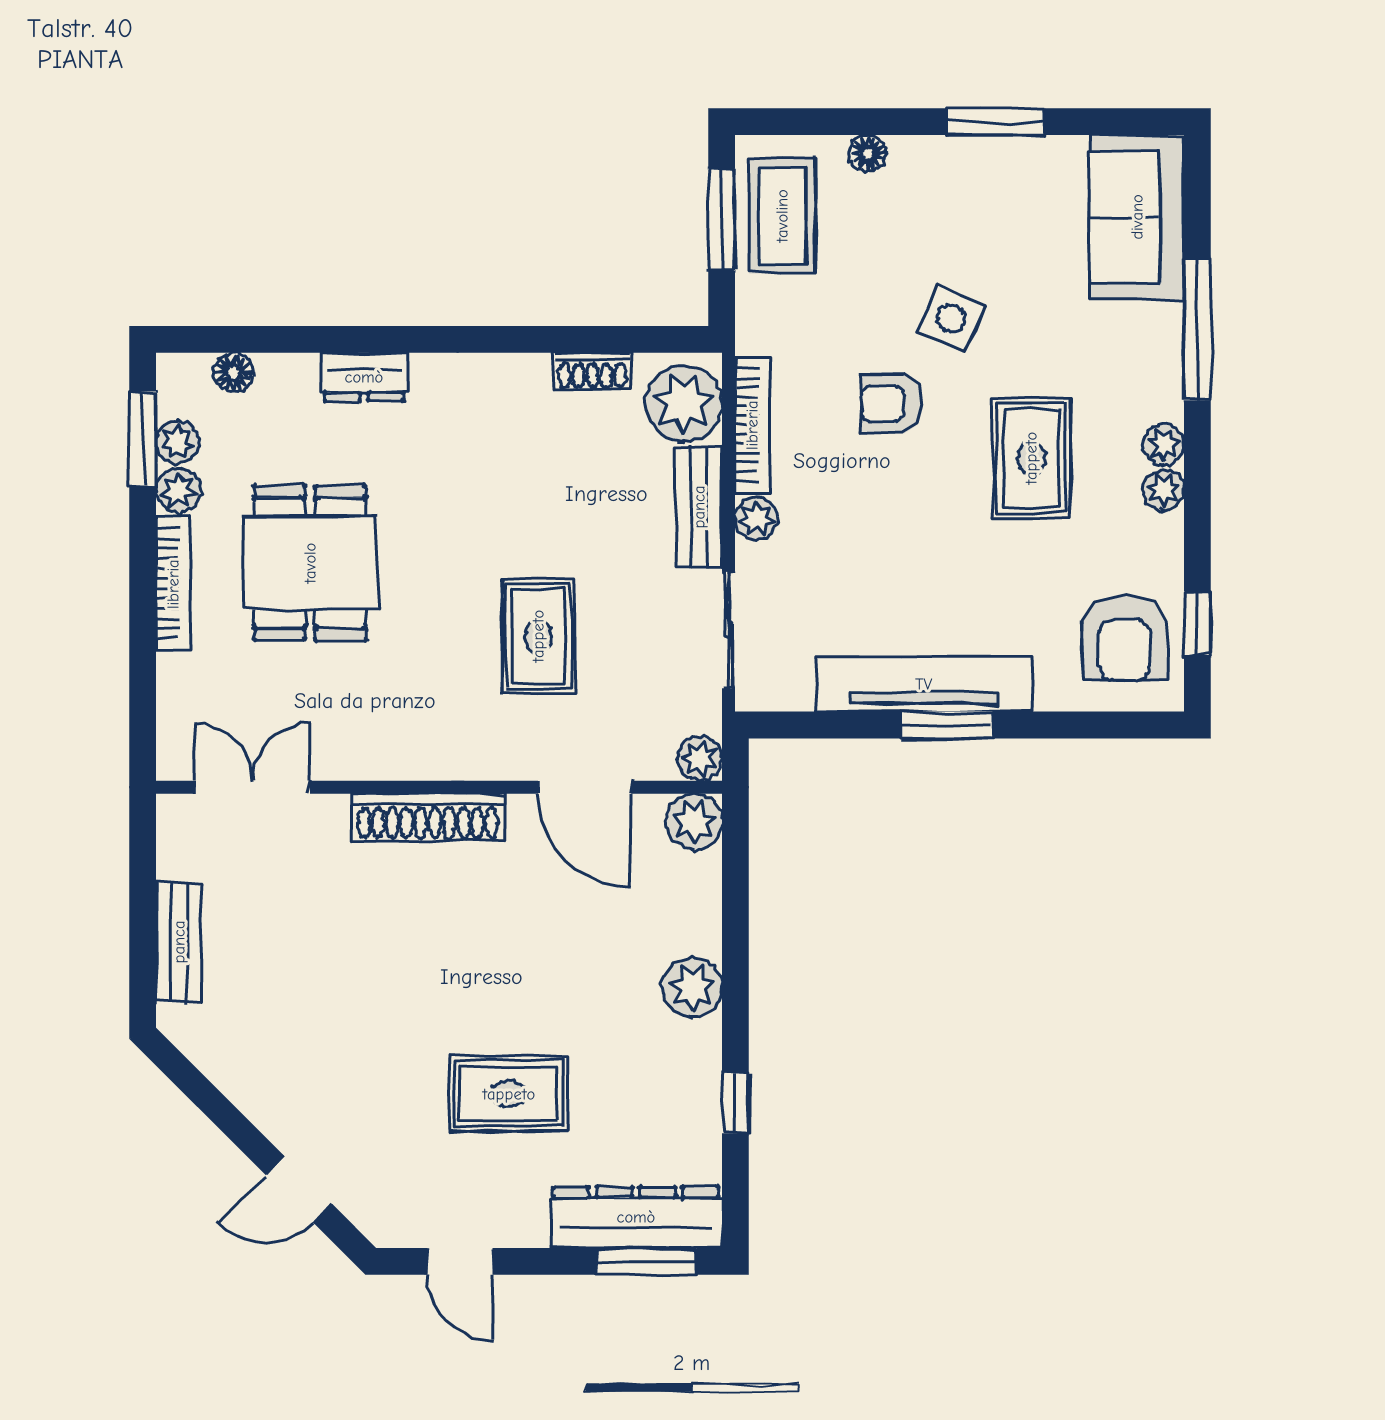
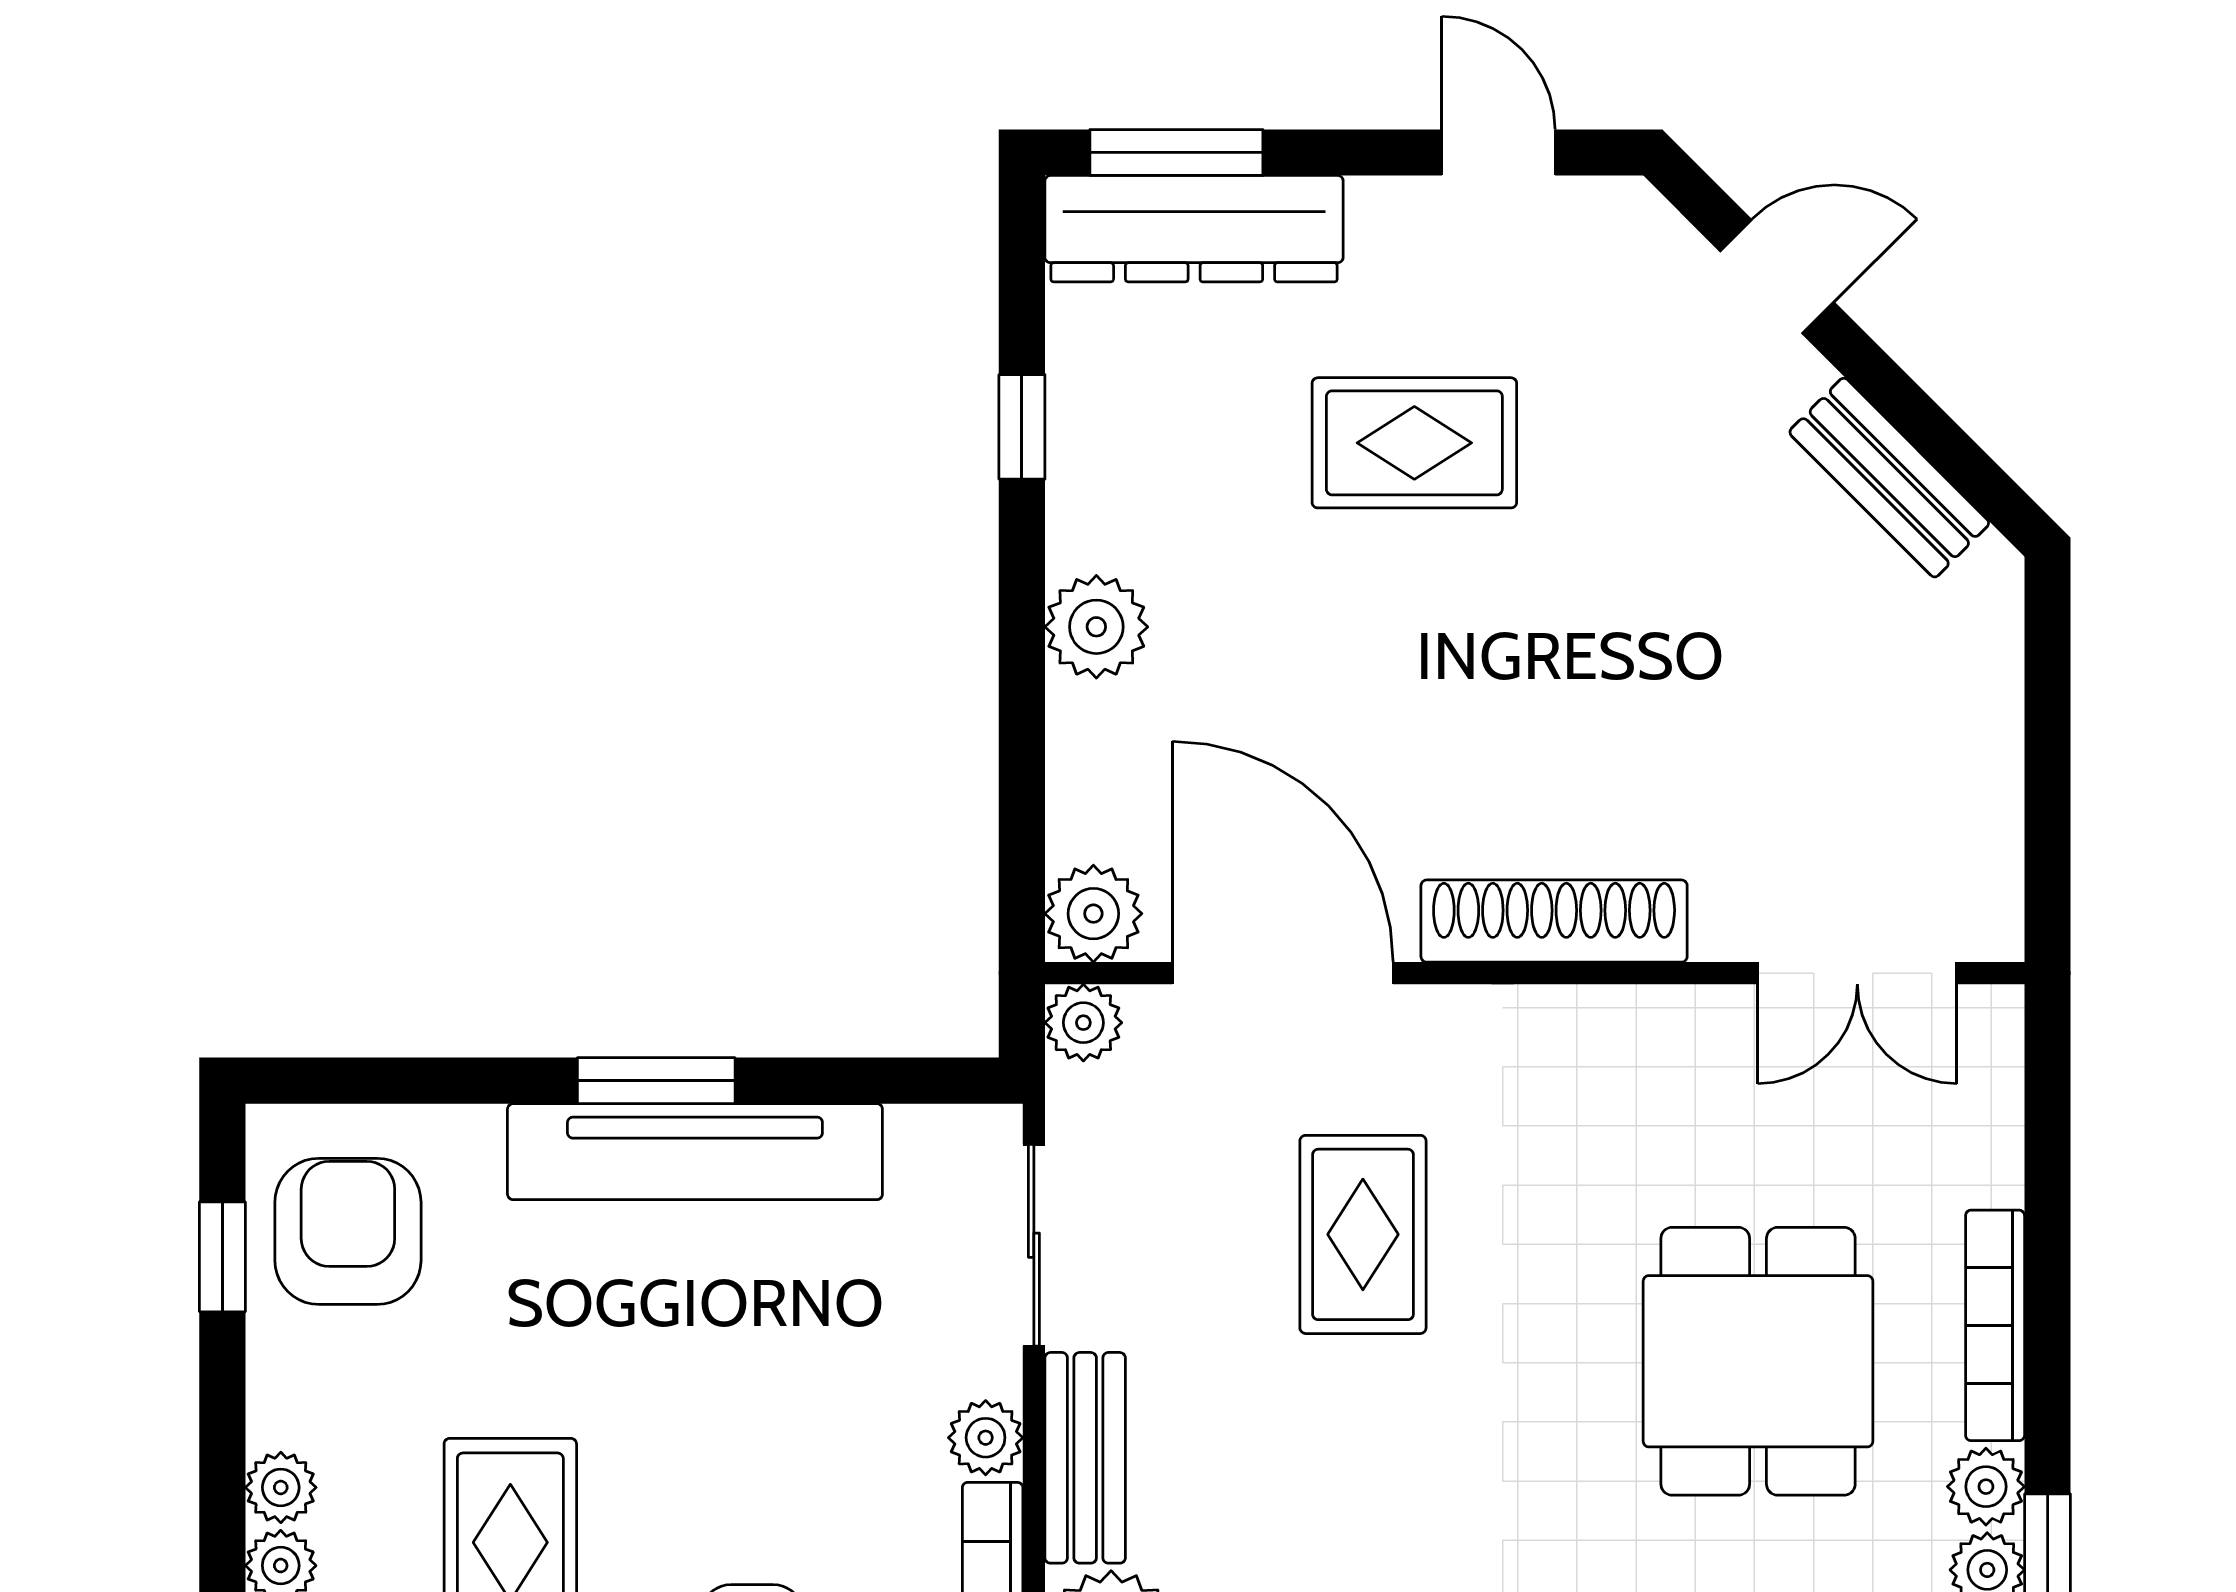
door: (585, 787) -> (1283, 973), width x1.36
bench: (179, 942) -> (1889, 478), moved, turned -45

